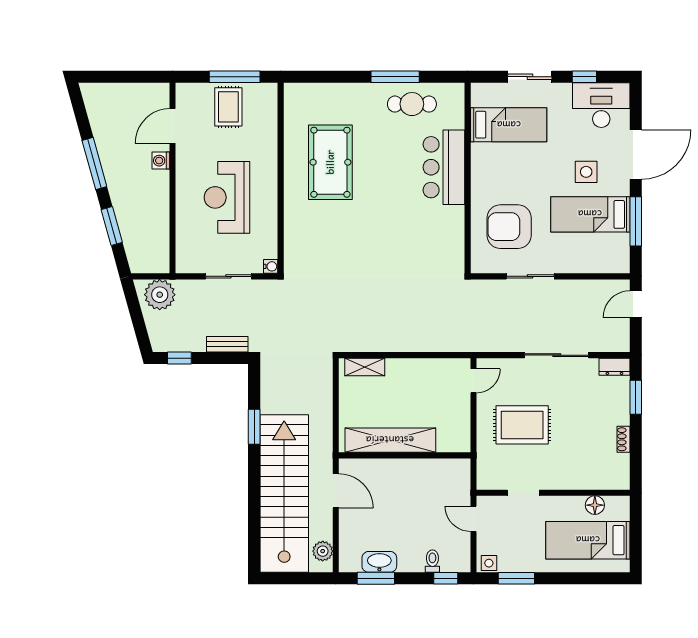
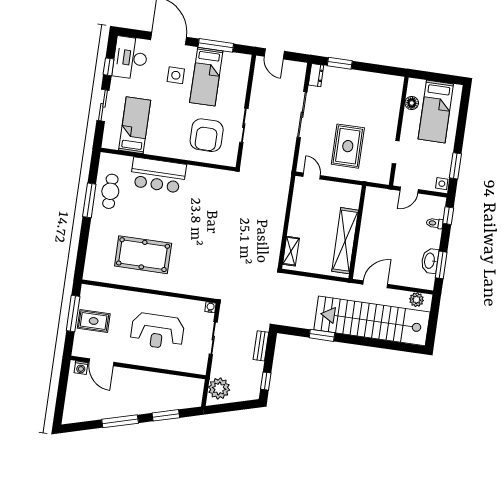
washing machine: (161, 161) -> (81, 368), moved
shoe rack: (623, 439) -> (368, 76), removed

